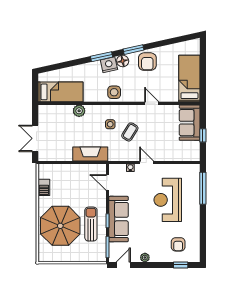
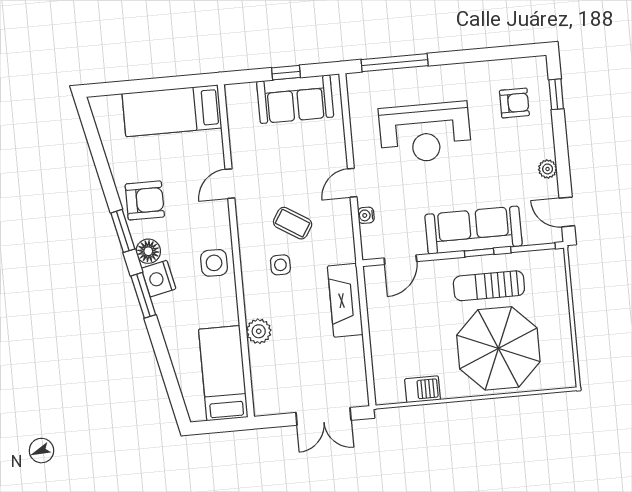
sofa: (190, 123) -> (295, 99), moved

